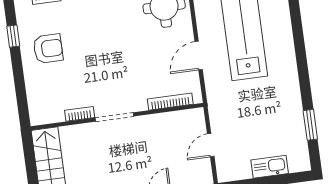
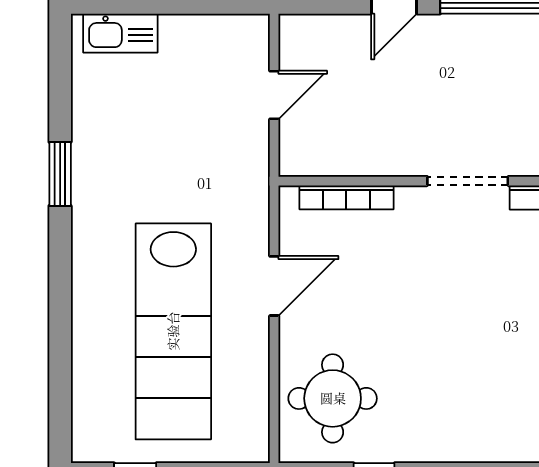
window: (310, 125) -> (60, 174), moved
kitchen sink: (270, 167) -> (120, 33), moved

